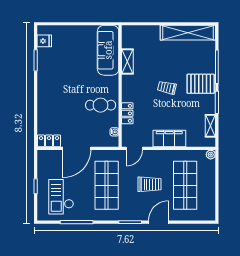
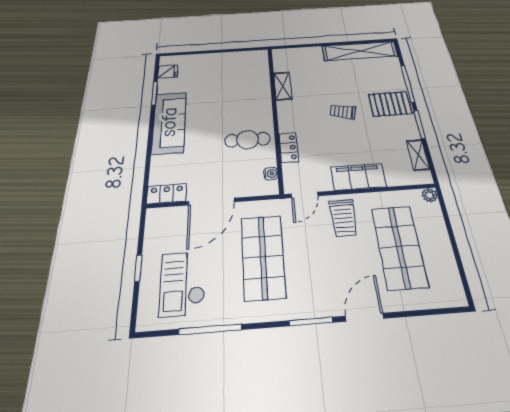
sofa: (108, 50) -> (169, 122), moved, turned 180
trolley: (149, 184) -> (343, 218), moved, turned 90

